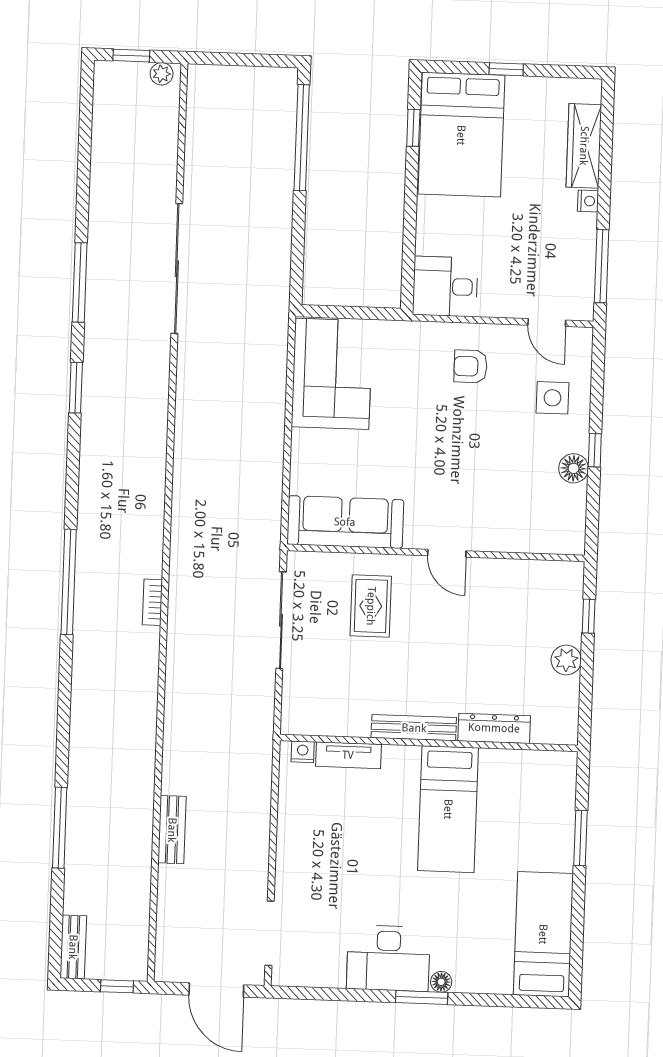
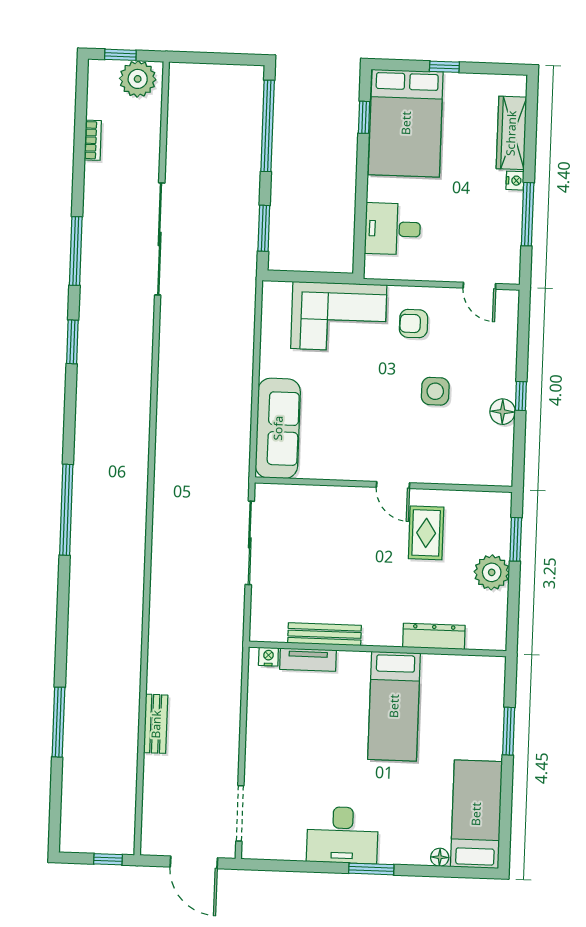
plant: (162, 74) -> (138, 79), width x1.88, depth x1.88
window: (297, 256) -> (264, 228), added
window: (602, 266) -> (528, 214), moved
desk: (445, 286) -> (393, 229), moved
corner sofa: (332, 374) -> (339, 317), moved, turned 90
side table: (552, 398) -> (435, 391), moved
sofa: (345, 522) -> (278, 428), moved, turned 90
bookcase: (152, 602) -> (93, 140), moved, turned 180
rug: (371, 606) -> (426, 533), moved
window: (589, 616) -> (516, 539), width x1.50
plant: (566, 660) -> (492, 572), width x1.36, depth x1.36
bench: (414, 728) -> (324, 634), moved
bench: (73, 947) -> (70, 825), removed
floor lamp: (441, 982) -> (440, 857), moved

